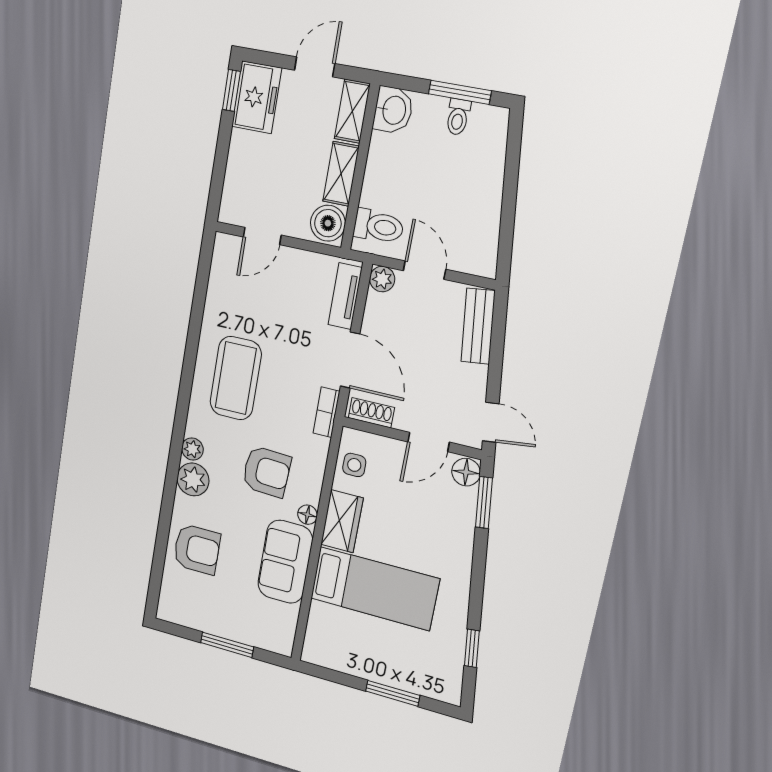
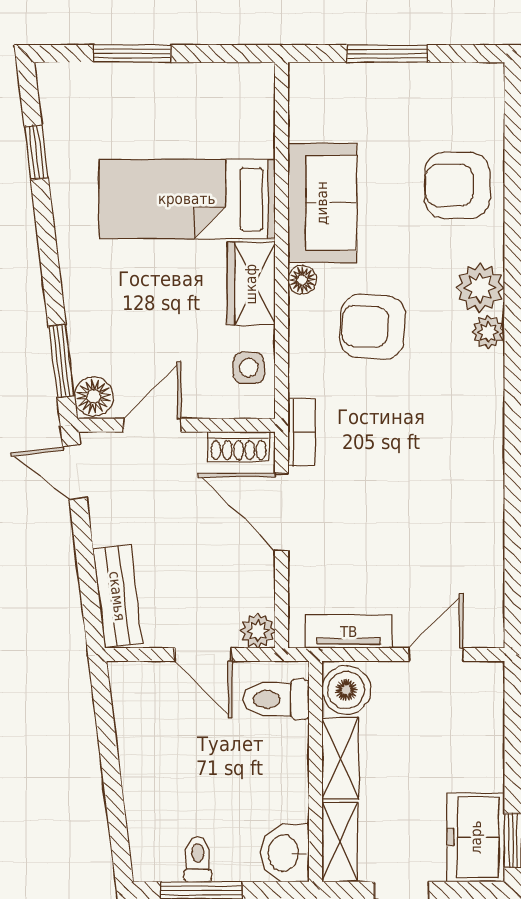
tv unit: (345, 296) -> (349, 632), moved, turned -90
coffee table: (236, 378) -> (441, 449), removed

